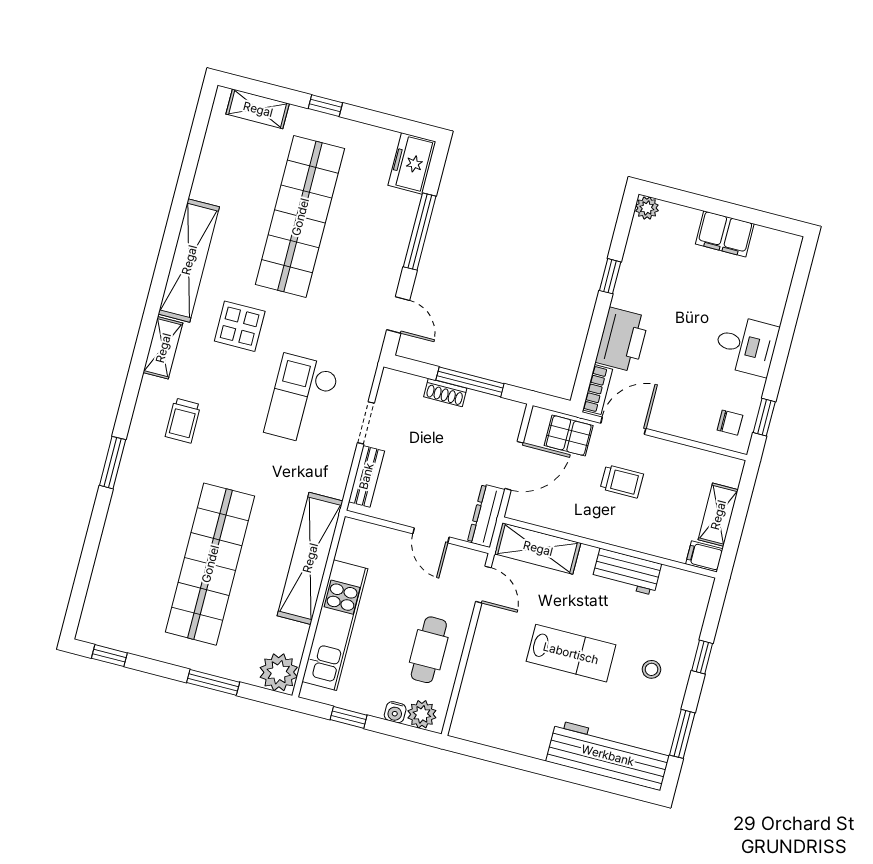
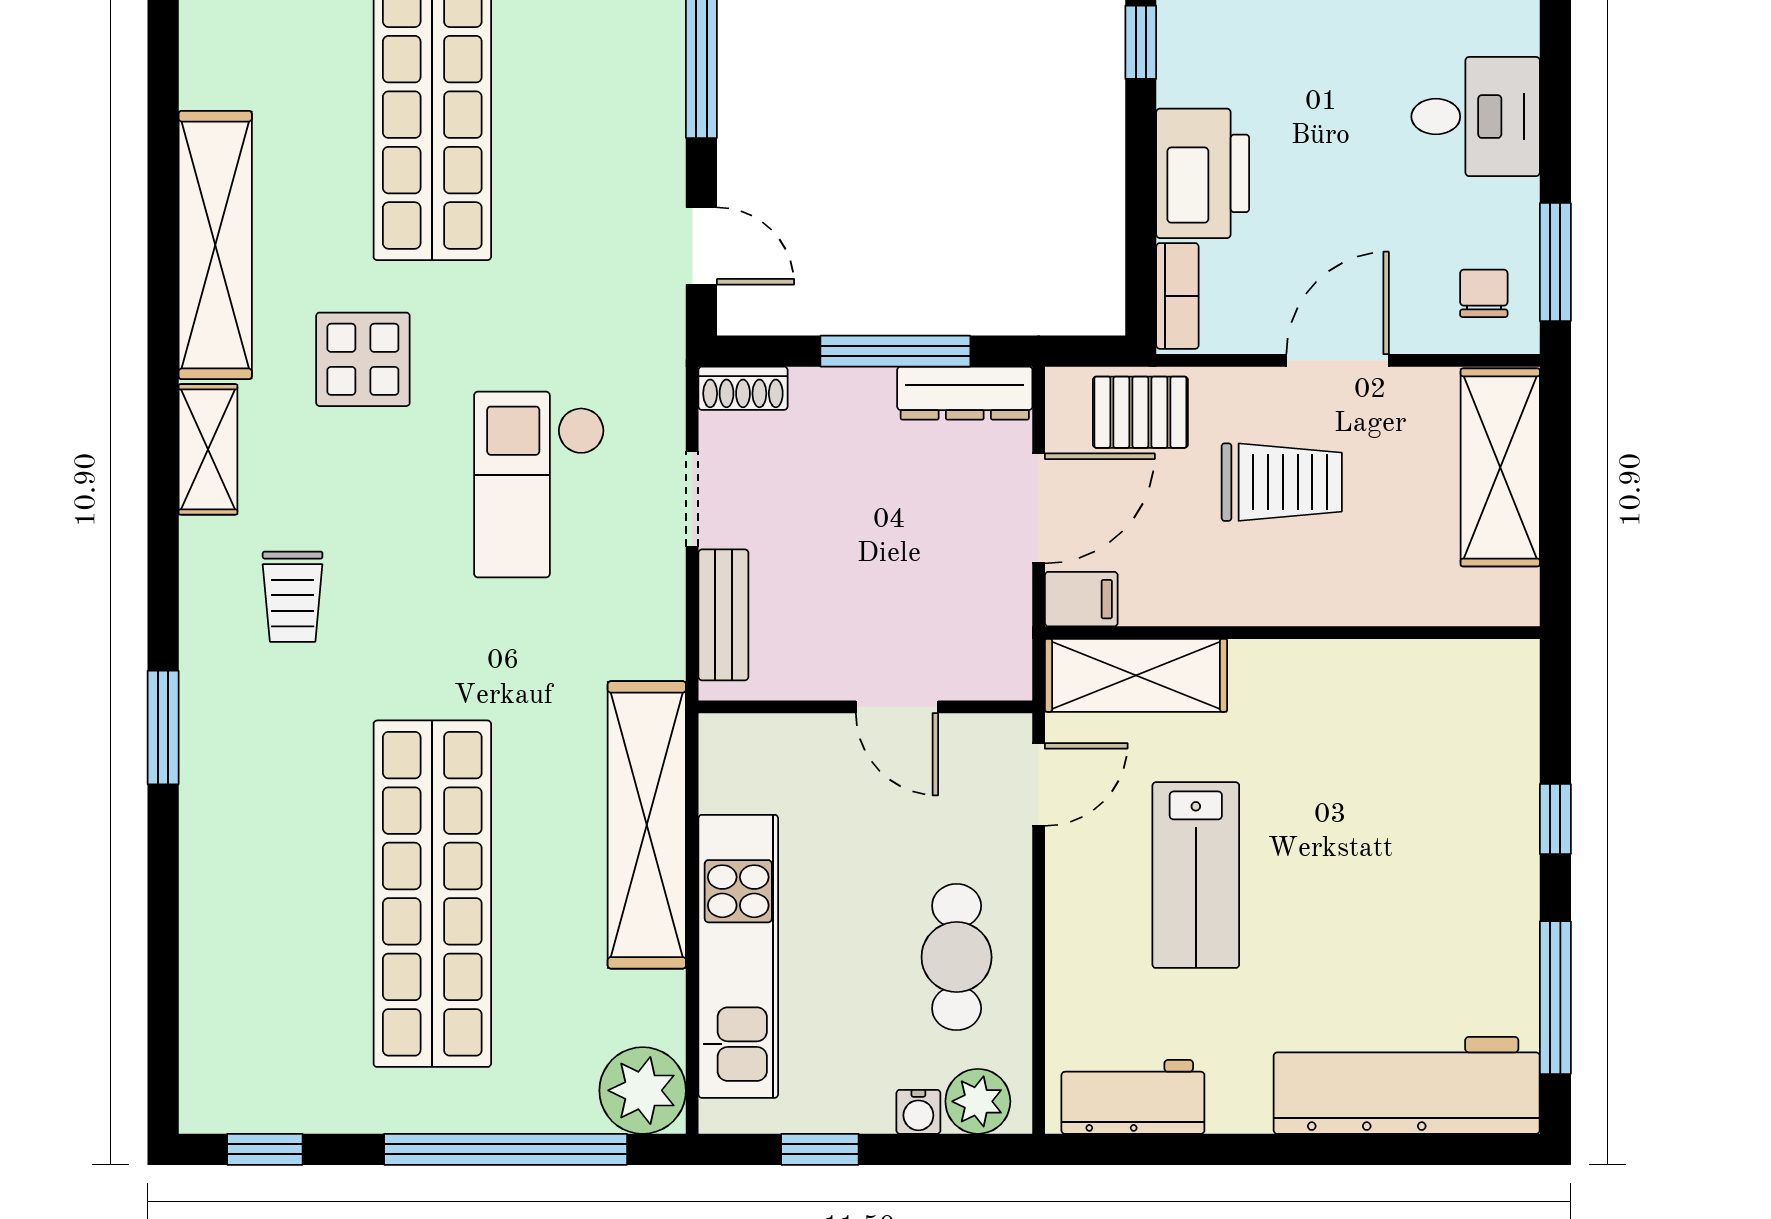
shoe rack: (445, 393) -> (743, 388), moved
window: (764, 417) -> (1555, 262), width x1.50
chair: (730, 423) -> (1484, 293), turned -90
door: (623, 426) -> (1338, 360), moved
trolley: (622, 481) -> (1282, 482), width x1.36, depth x1.39
shelving: (718, 515) -> (1500, 467), width x1.50, depth x1.33
dresser: (486, 516) -> (965, 393), moved, turned -90
filing cabinet: (704, 556) -> (1081, 599), moved, turned 180
workbench: (627, 572) -> (1133, 1097), moved, turned 180
door: (483, 585) -> (1039, 784), hinge flipped
lab bench: (571, 653) -> (1196, 875), moved, turned 90
stool: (651, 669) -> (1452, 874), removed
window: (213, 682) -> (506, 1149), width x2.11
window: (682, 734) -> (1555, 998), width x1.44

